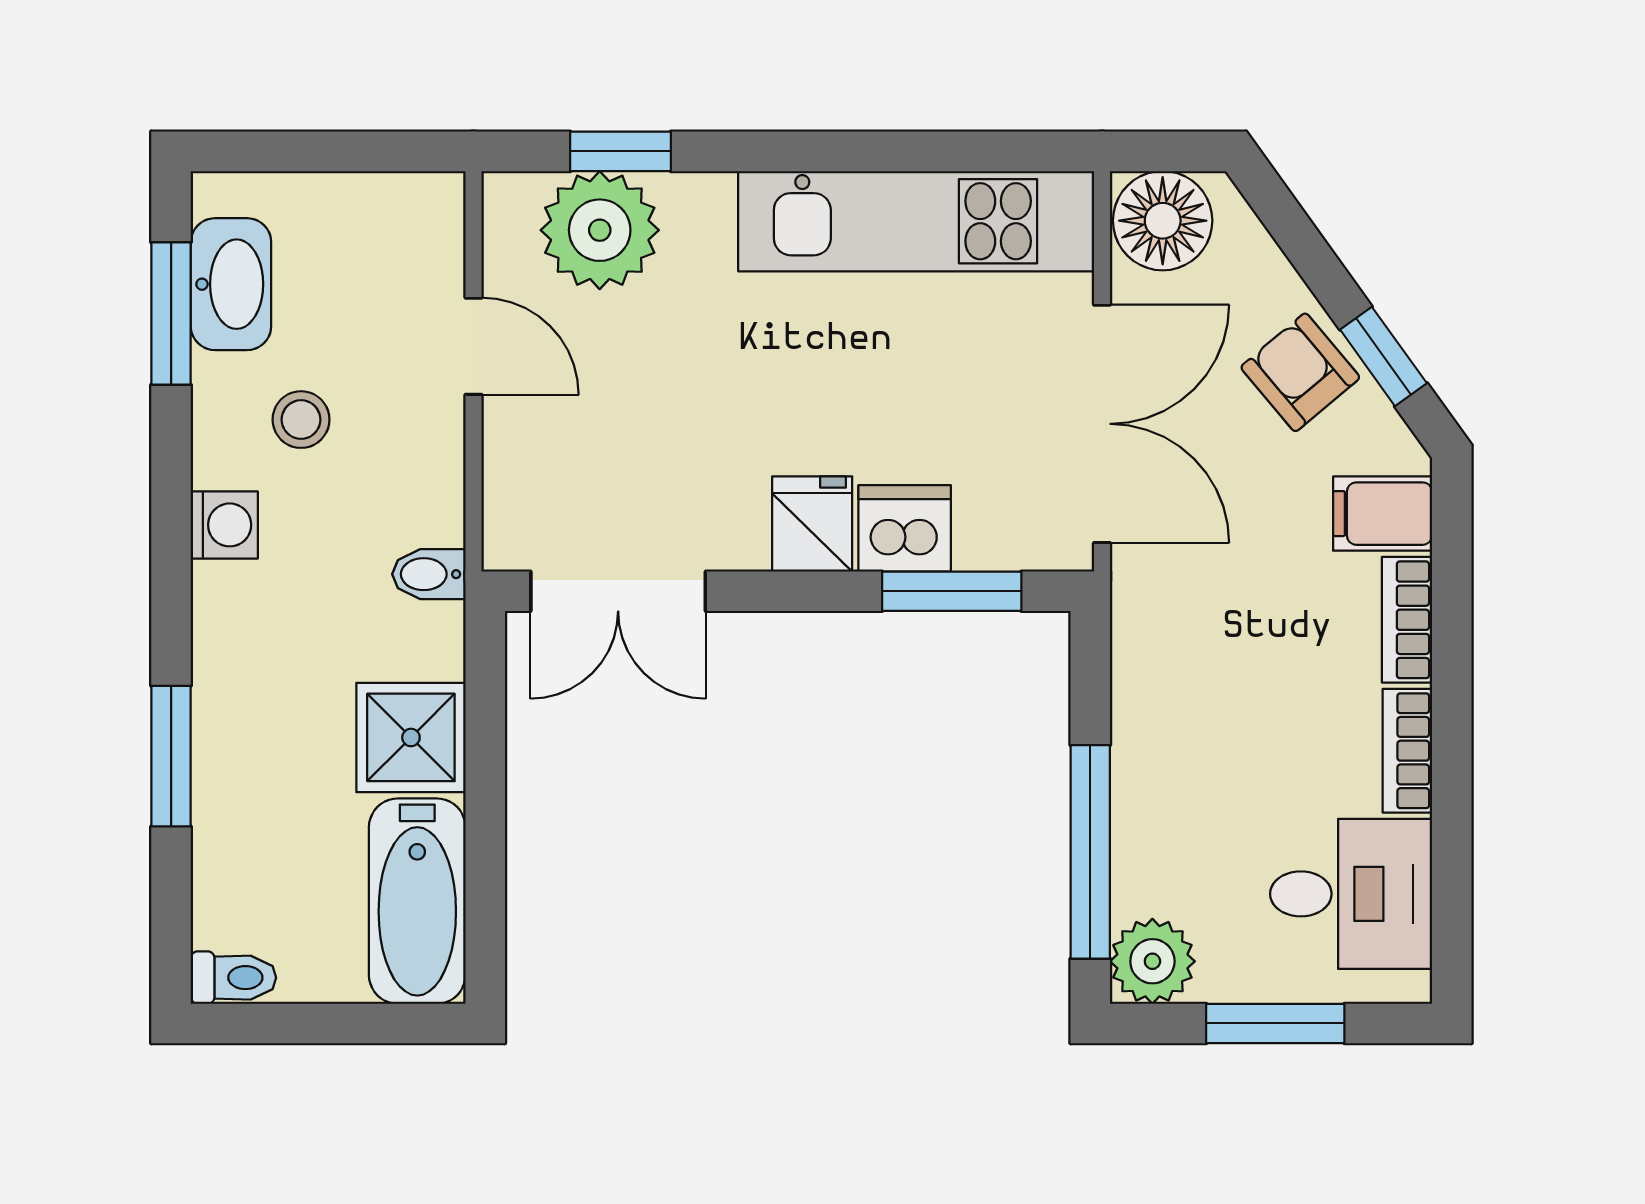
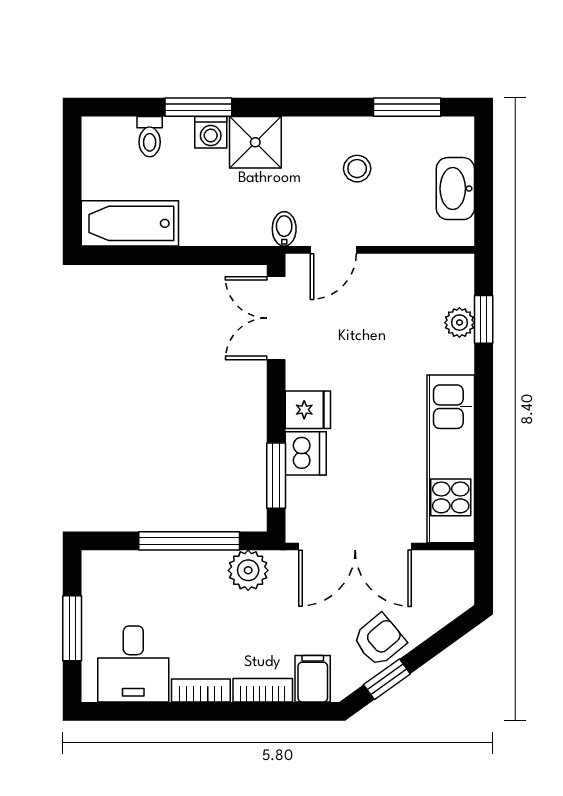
floor lamp: (1163, 221) -> (451, 575), removed
plant: (600, 230) -> (459, 323), width x0.53, depth x0.53
washbasin: (231, 284) -> (455, 189), moved, turned 90
door: (474, 346) -> (333, 250), moved
washing machine: (224, 525) -> (211, 132), moved
shower: (411, 737) -> (255, 142), moved
window: (1090, 852) -> (189, 541), moved
plant: (1152, 961) -> (248, 570), moved
toilet: (233, 978) -> (150, 137), moved

